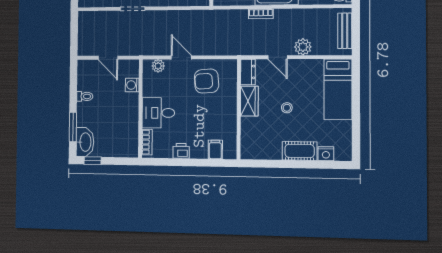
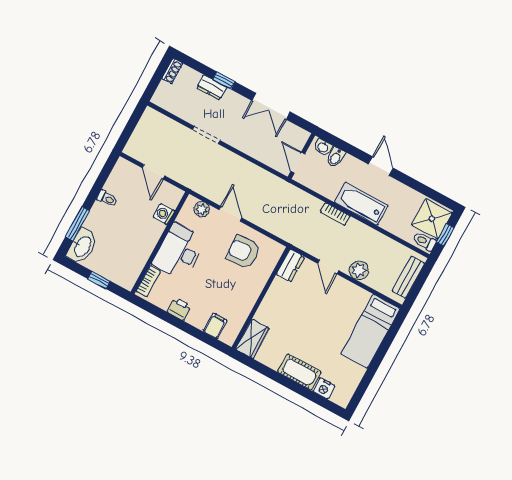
wardrobe: (249, 101) -> (252, 339), moved
stool: (287, 108) -> (310, 323), removed
desk: (158, 113) -> (179, 252), width x1.37
window: (93, 161) -> (99, 280), moved

